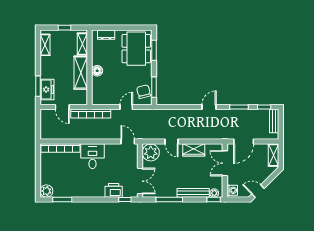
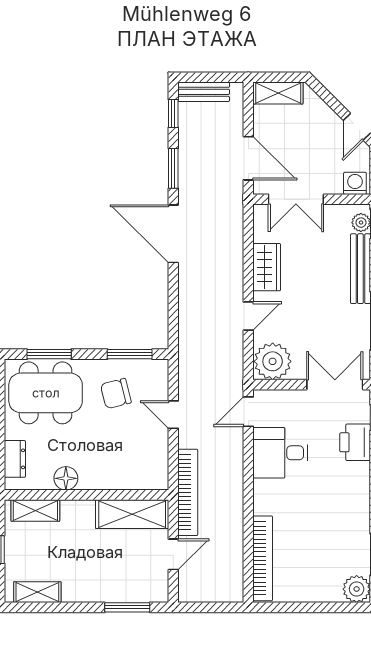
floor lamp: (97, 71) -> (66, 478), moved
shelving: (81, 73) -> (132, 514), moved
freezer: (47, 90) -> (135, 588), removed
chair: (144, 92) -> (116, 394), moved
door: (209, 107) -> (173, 234), width x1.88
desk: (92, 156) -> (280, 453), moved

